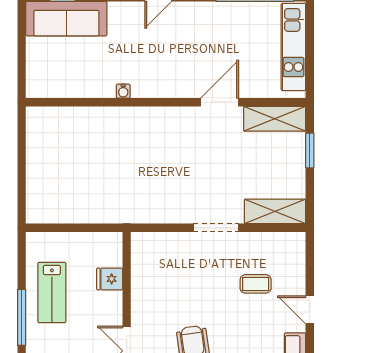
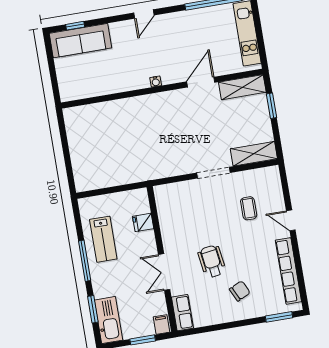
water cooler: (123, 91) -> (156, 82), moved
coffee table: (256, 284) -> (249, 208), turned 90

